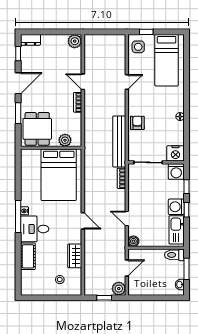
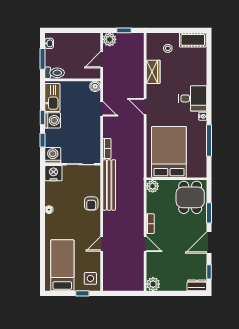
plant: (65, 140) -> (153, 186), moved
window: (18, 216) -> (209, 141), moved
cot: (28, 256) -> (193, 40), moved, turned 90

